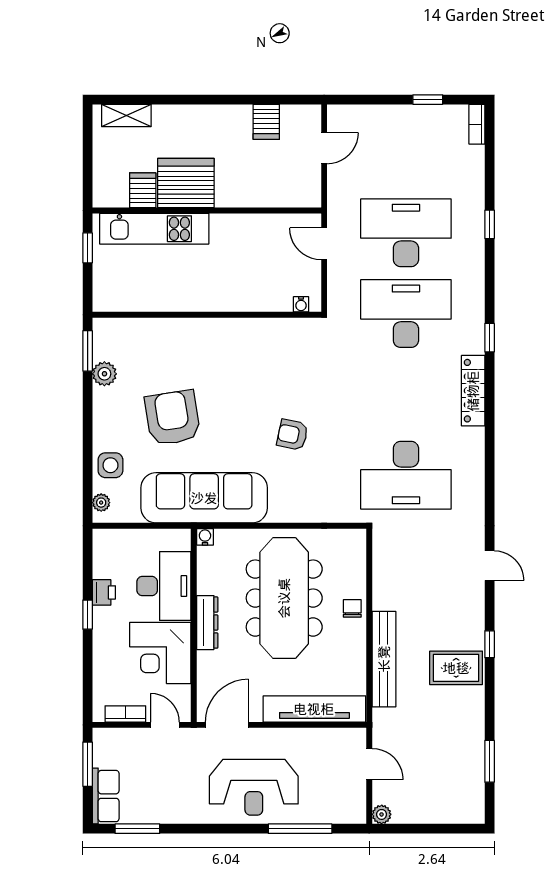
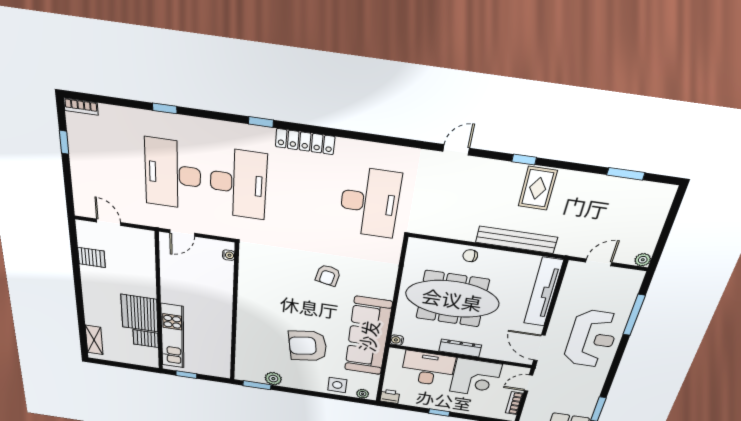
desk: (406, 314) -> (238, 184), turned 180
printer: (104, 592) -> (390, 396), moved

